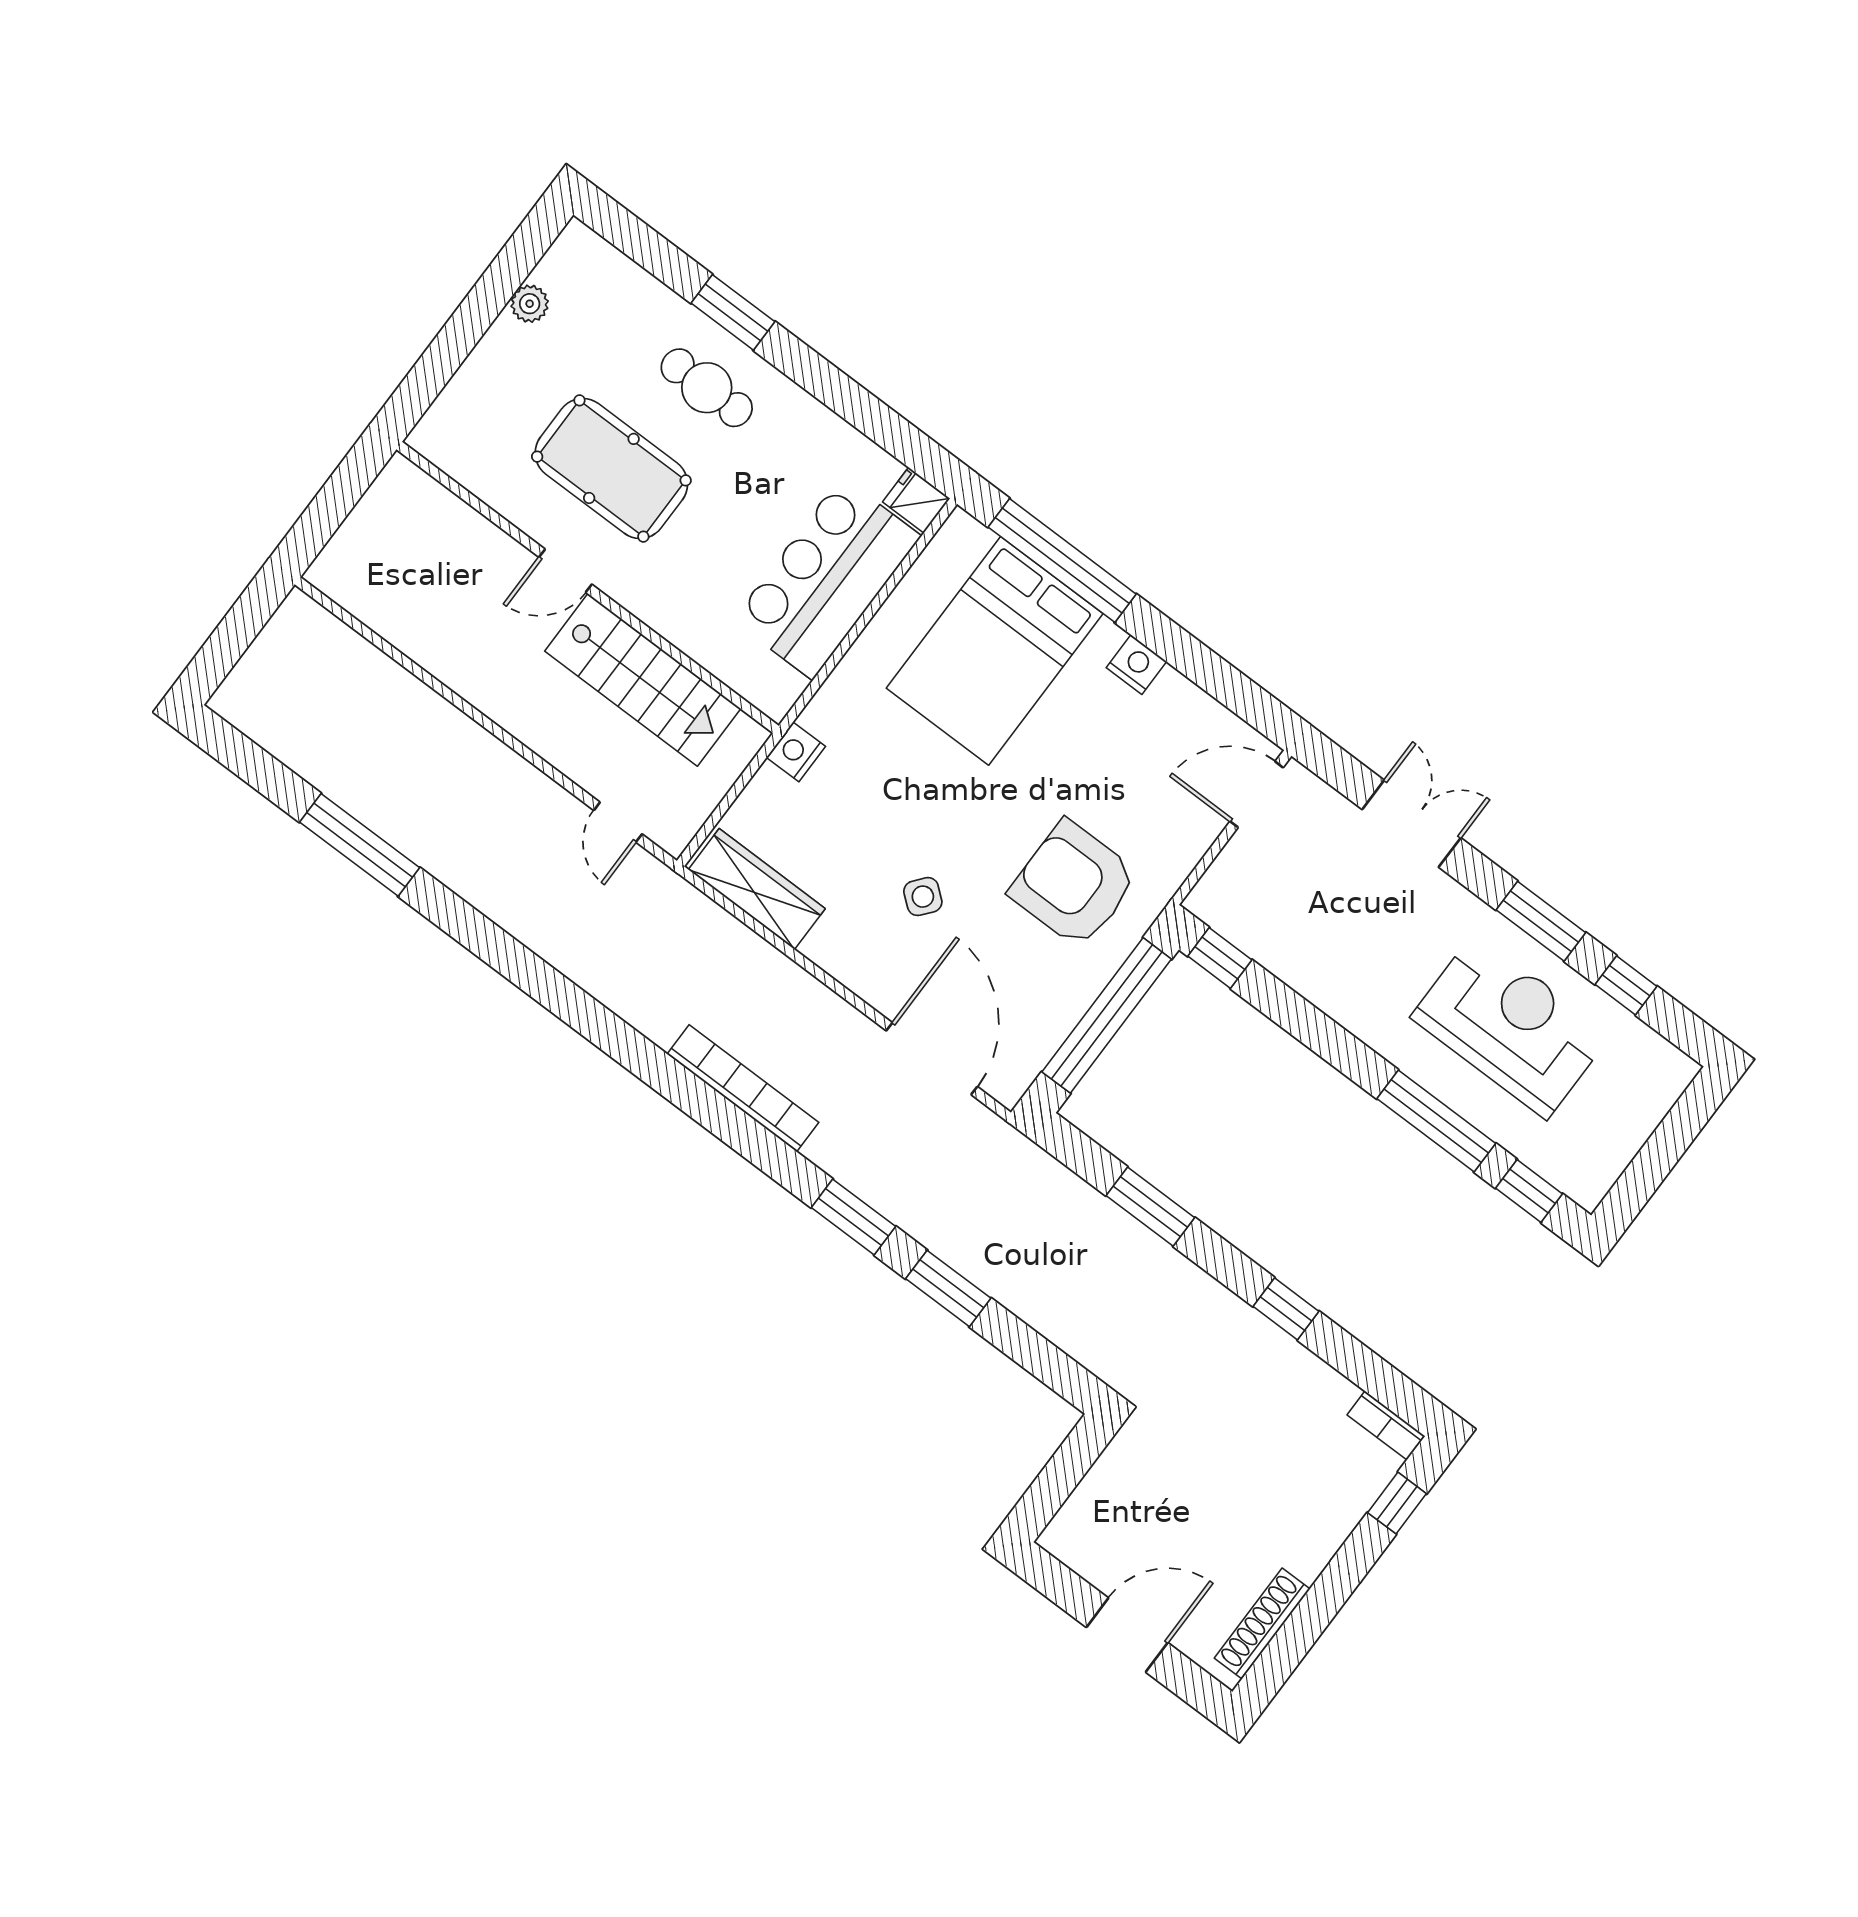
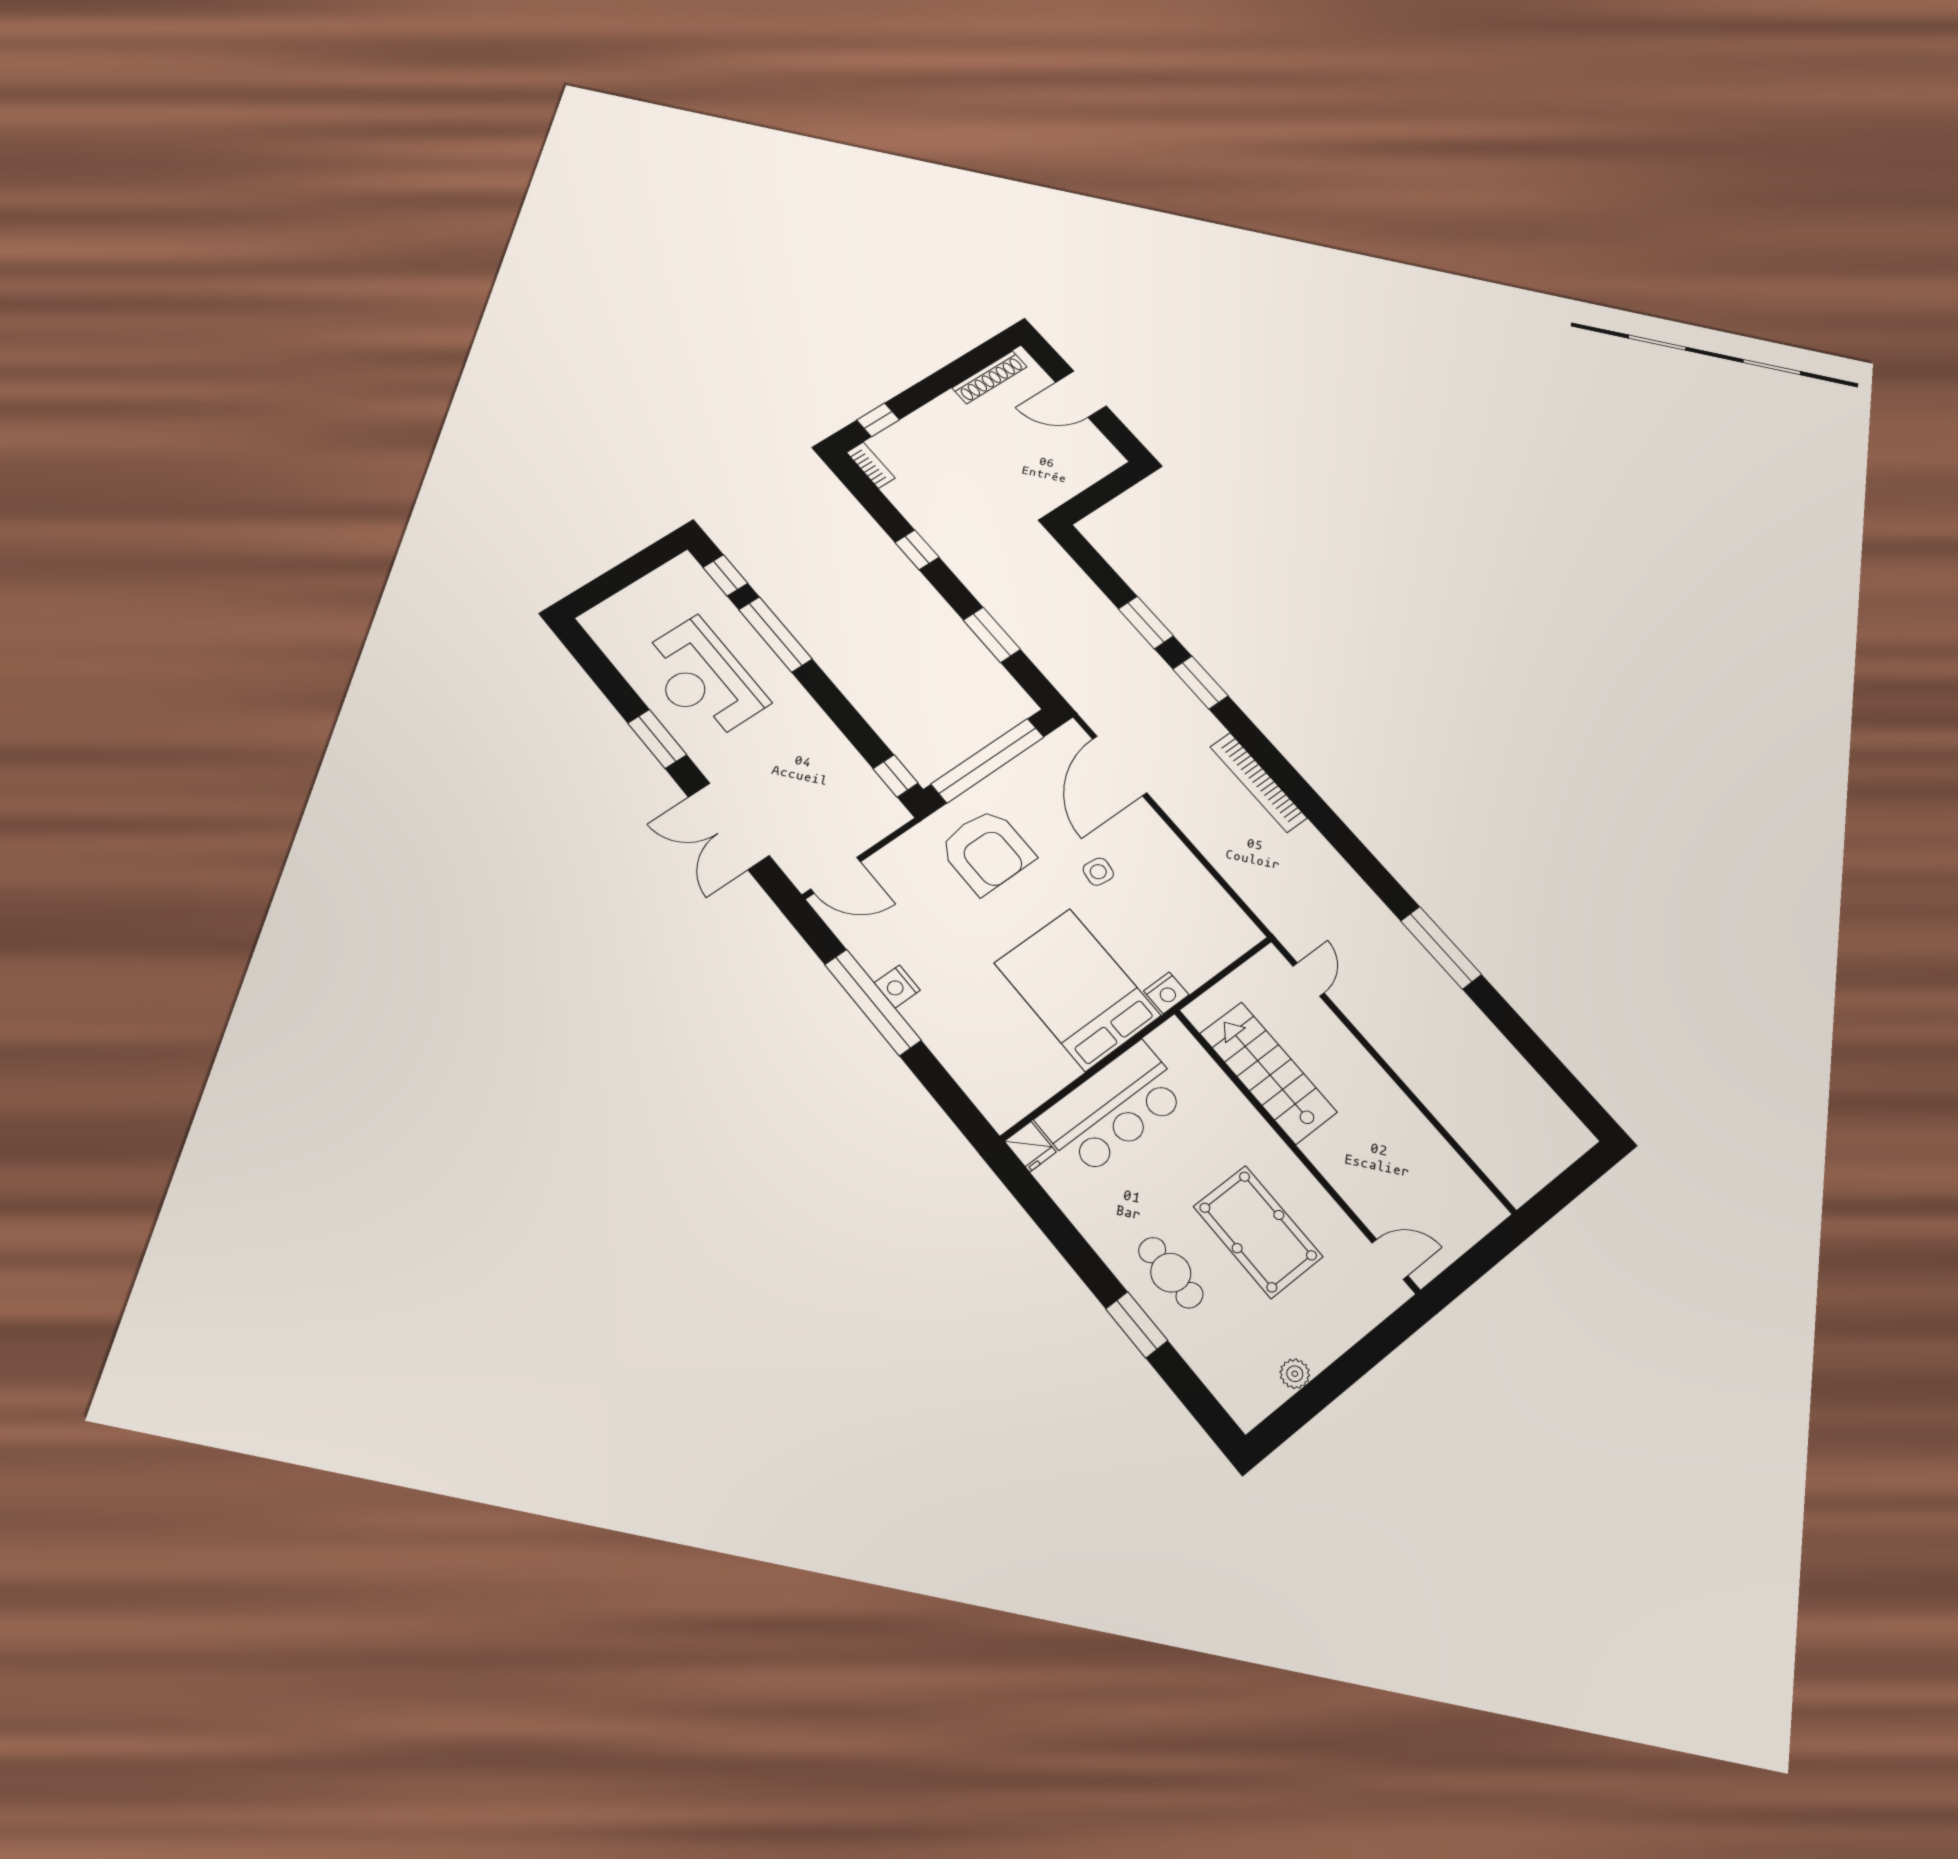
window: (1062, 561) -> (873, 1002), moved
door: (565, 571) -> (1390, 1259), moved
bed: (995, 651) -> (1077, 989), moved, turned -90
double door: (1411, 824) -> (729, 826), width x1.37
window: (360, 845) -> (1441, 948), moved
wardrobe: (757, 889) -> (1217, 908), removed
side table: (923, 897) -> (1098, 872), turned -31
window: (1626, 985) -> (611, 683), removed

